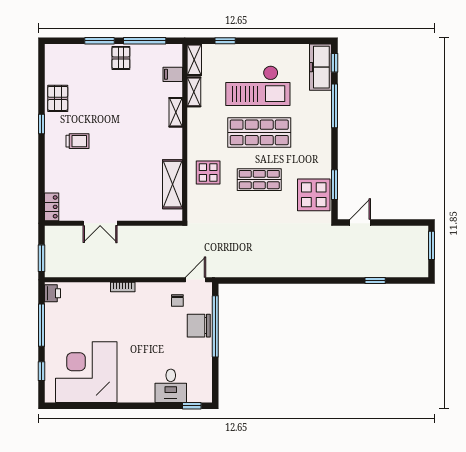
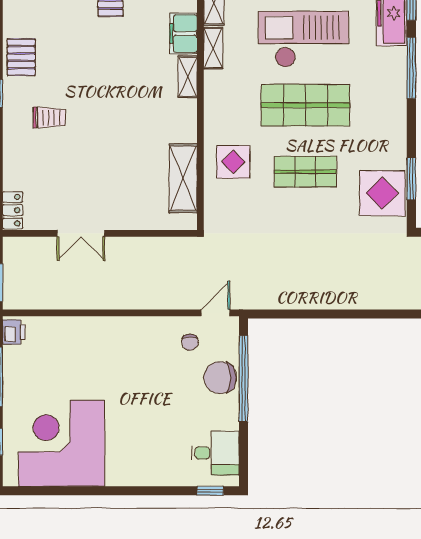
filing cabinet: (173, 74) -> (183, 34), width x2.00
checkout: (258, 86) -> (303, 39), turned 180
bookcase: (123, 287) -> (113, 323), removed
desk: (171, 386) -> (215, 453), moved, turned -90

